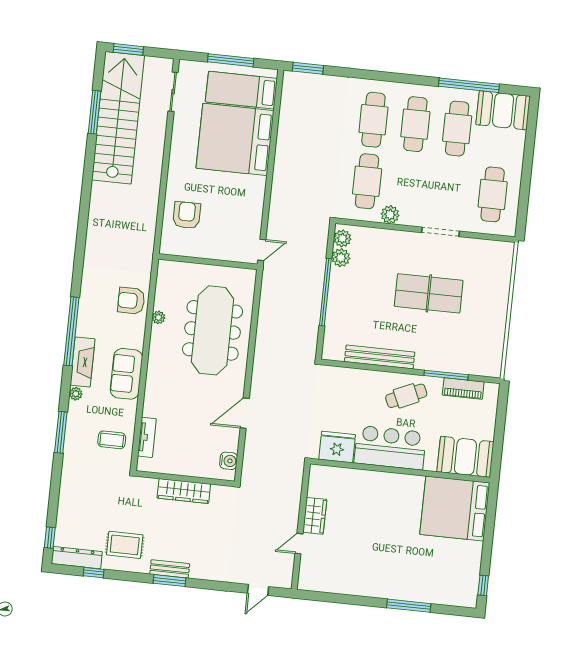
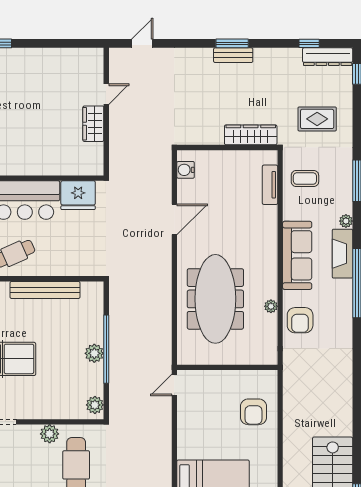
plant: (341, 258) -> (94, 353), moved
armchair: (131, 301) -> (300, 320), turned 90
sofa: (126, 374) -> (297, 255), width x1.36
wardrobe: (184, 491) -> (251, 135), moved
rug: (125, 545) -> (317, 119), moved

